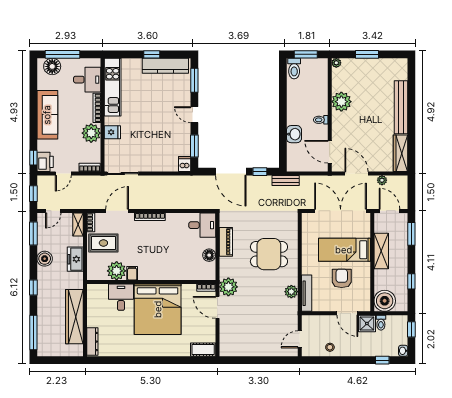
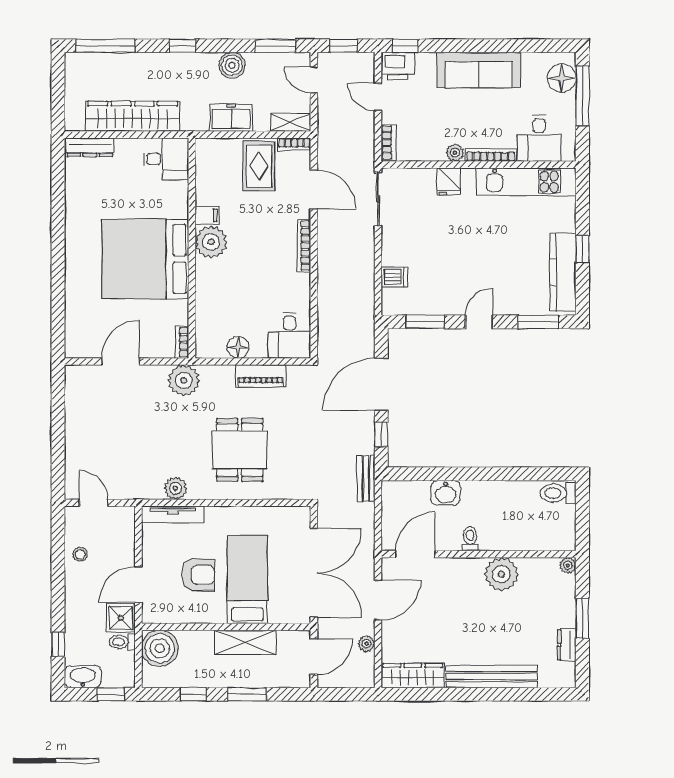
window: (306, 54) -> (582, 513), removed
dresser: (383, 63) -> (567, 645), added
plant: (91, 133) -> (455, 153), width x0.53, depth x0.53
dishwasher: (185, 164) -> (394, 277), moved
window: (411, 234) -> (247, 694), moved
plant: (117, 271) -> (211, 242), moved
desk: (121, 297) -> (166, 159), moved
door: (217, 307) -> (121, 361), moved
cot: (203, 350) -> (76, 337), removed
washbasin: (403, 351) -> (83, 677), width x1.91, depth x1.45

